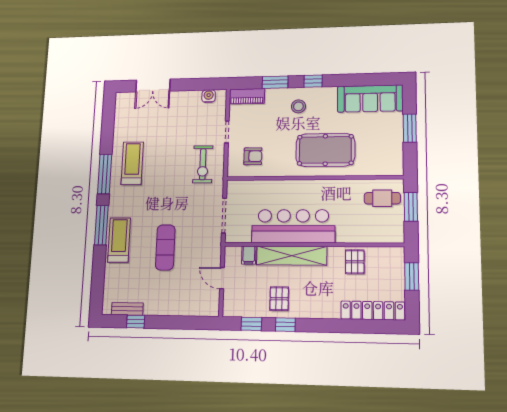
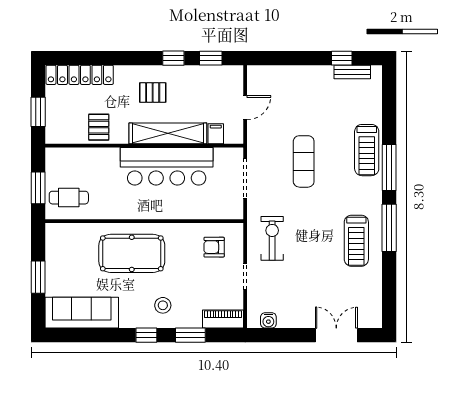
exercise mat: (165, 247) -> (304, 161), moved
door: (222, 278) -> (245, 108), hinge flipped
pallet: (279, 299) -> (153, 93), moved, turned 90

